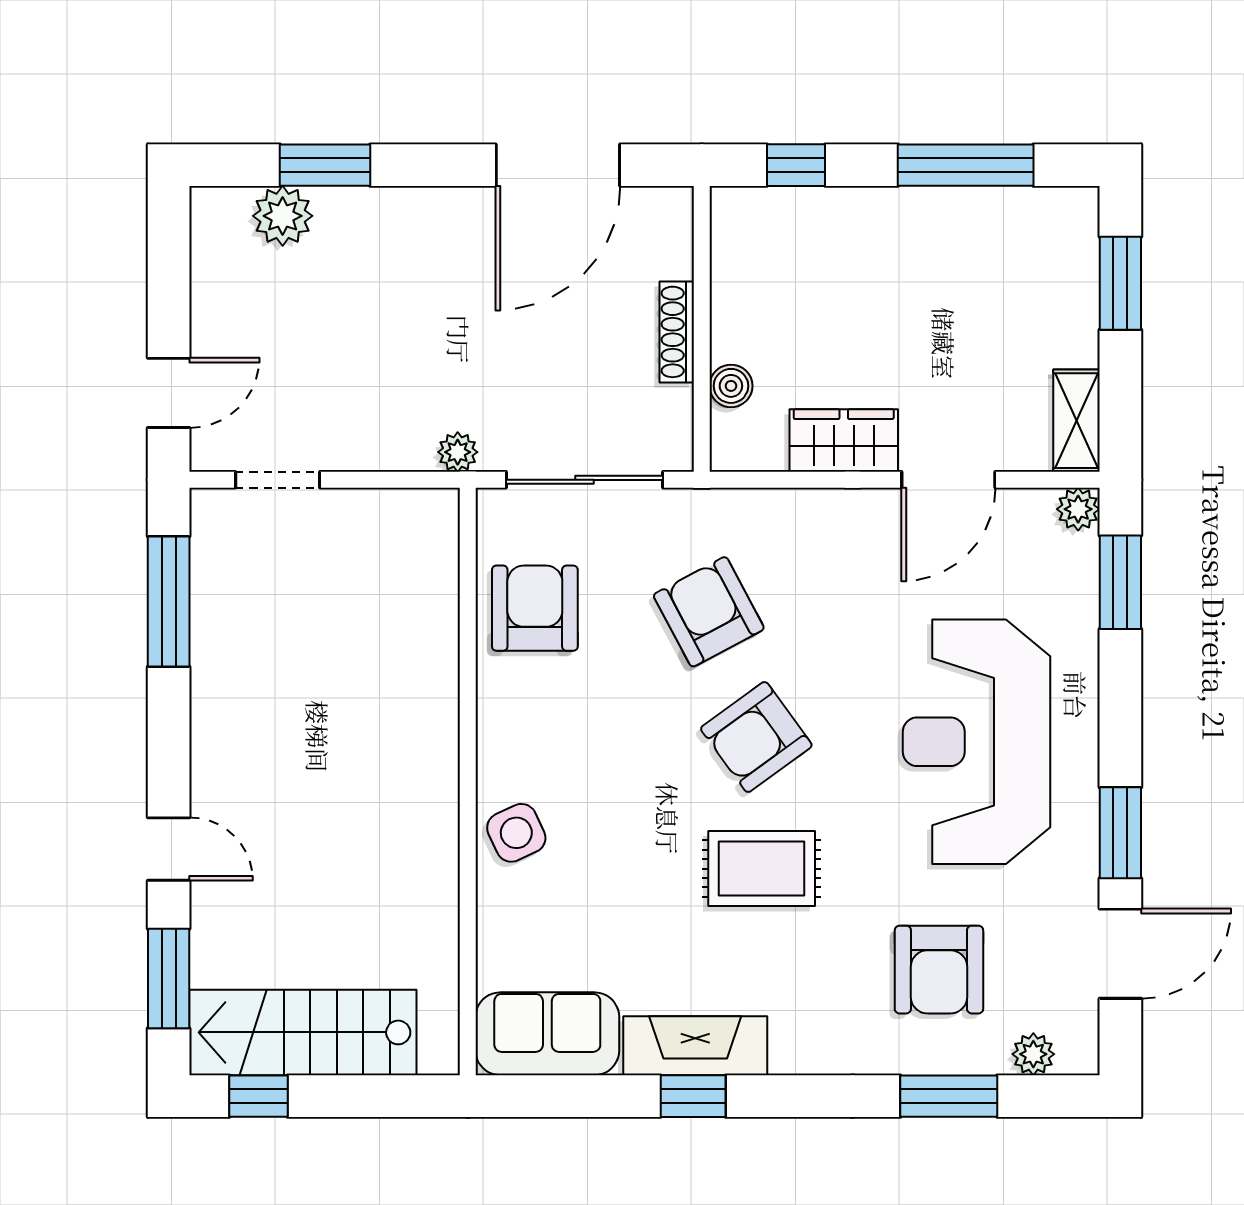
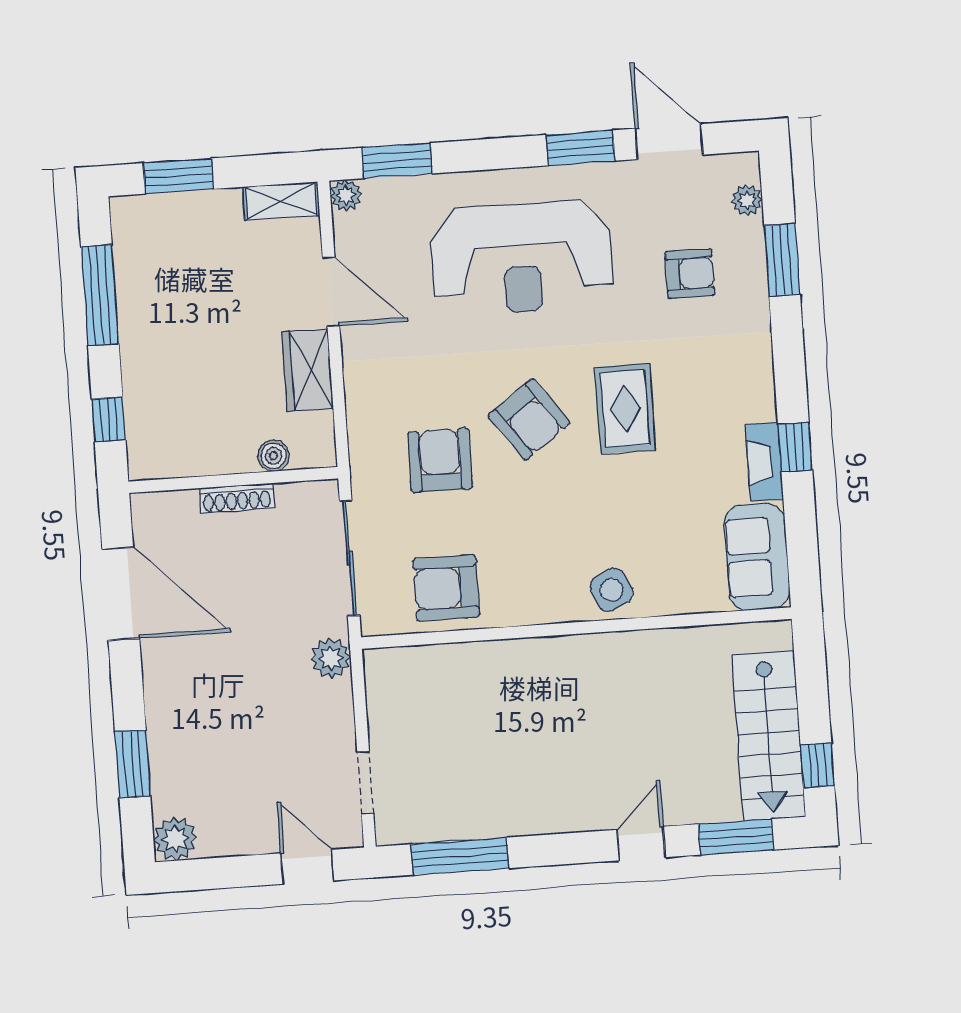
plant: (283, 216) -> (175, 839), moved
plant: (458, 452) -> (331, 658), width x1.38, depth x1.38
armchair: (709, 612) -> (440, 460), turned 118
armchair: (939, 970) -> (690, 274), width x0.72, depth x0.72
fireplace: (695, 1046) -> (764, 462), width x0.73, depth x0.76

